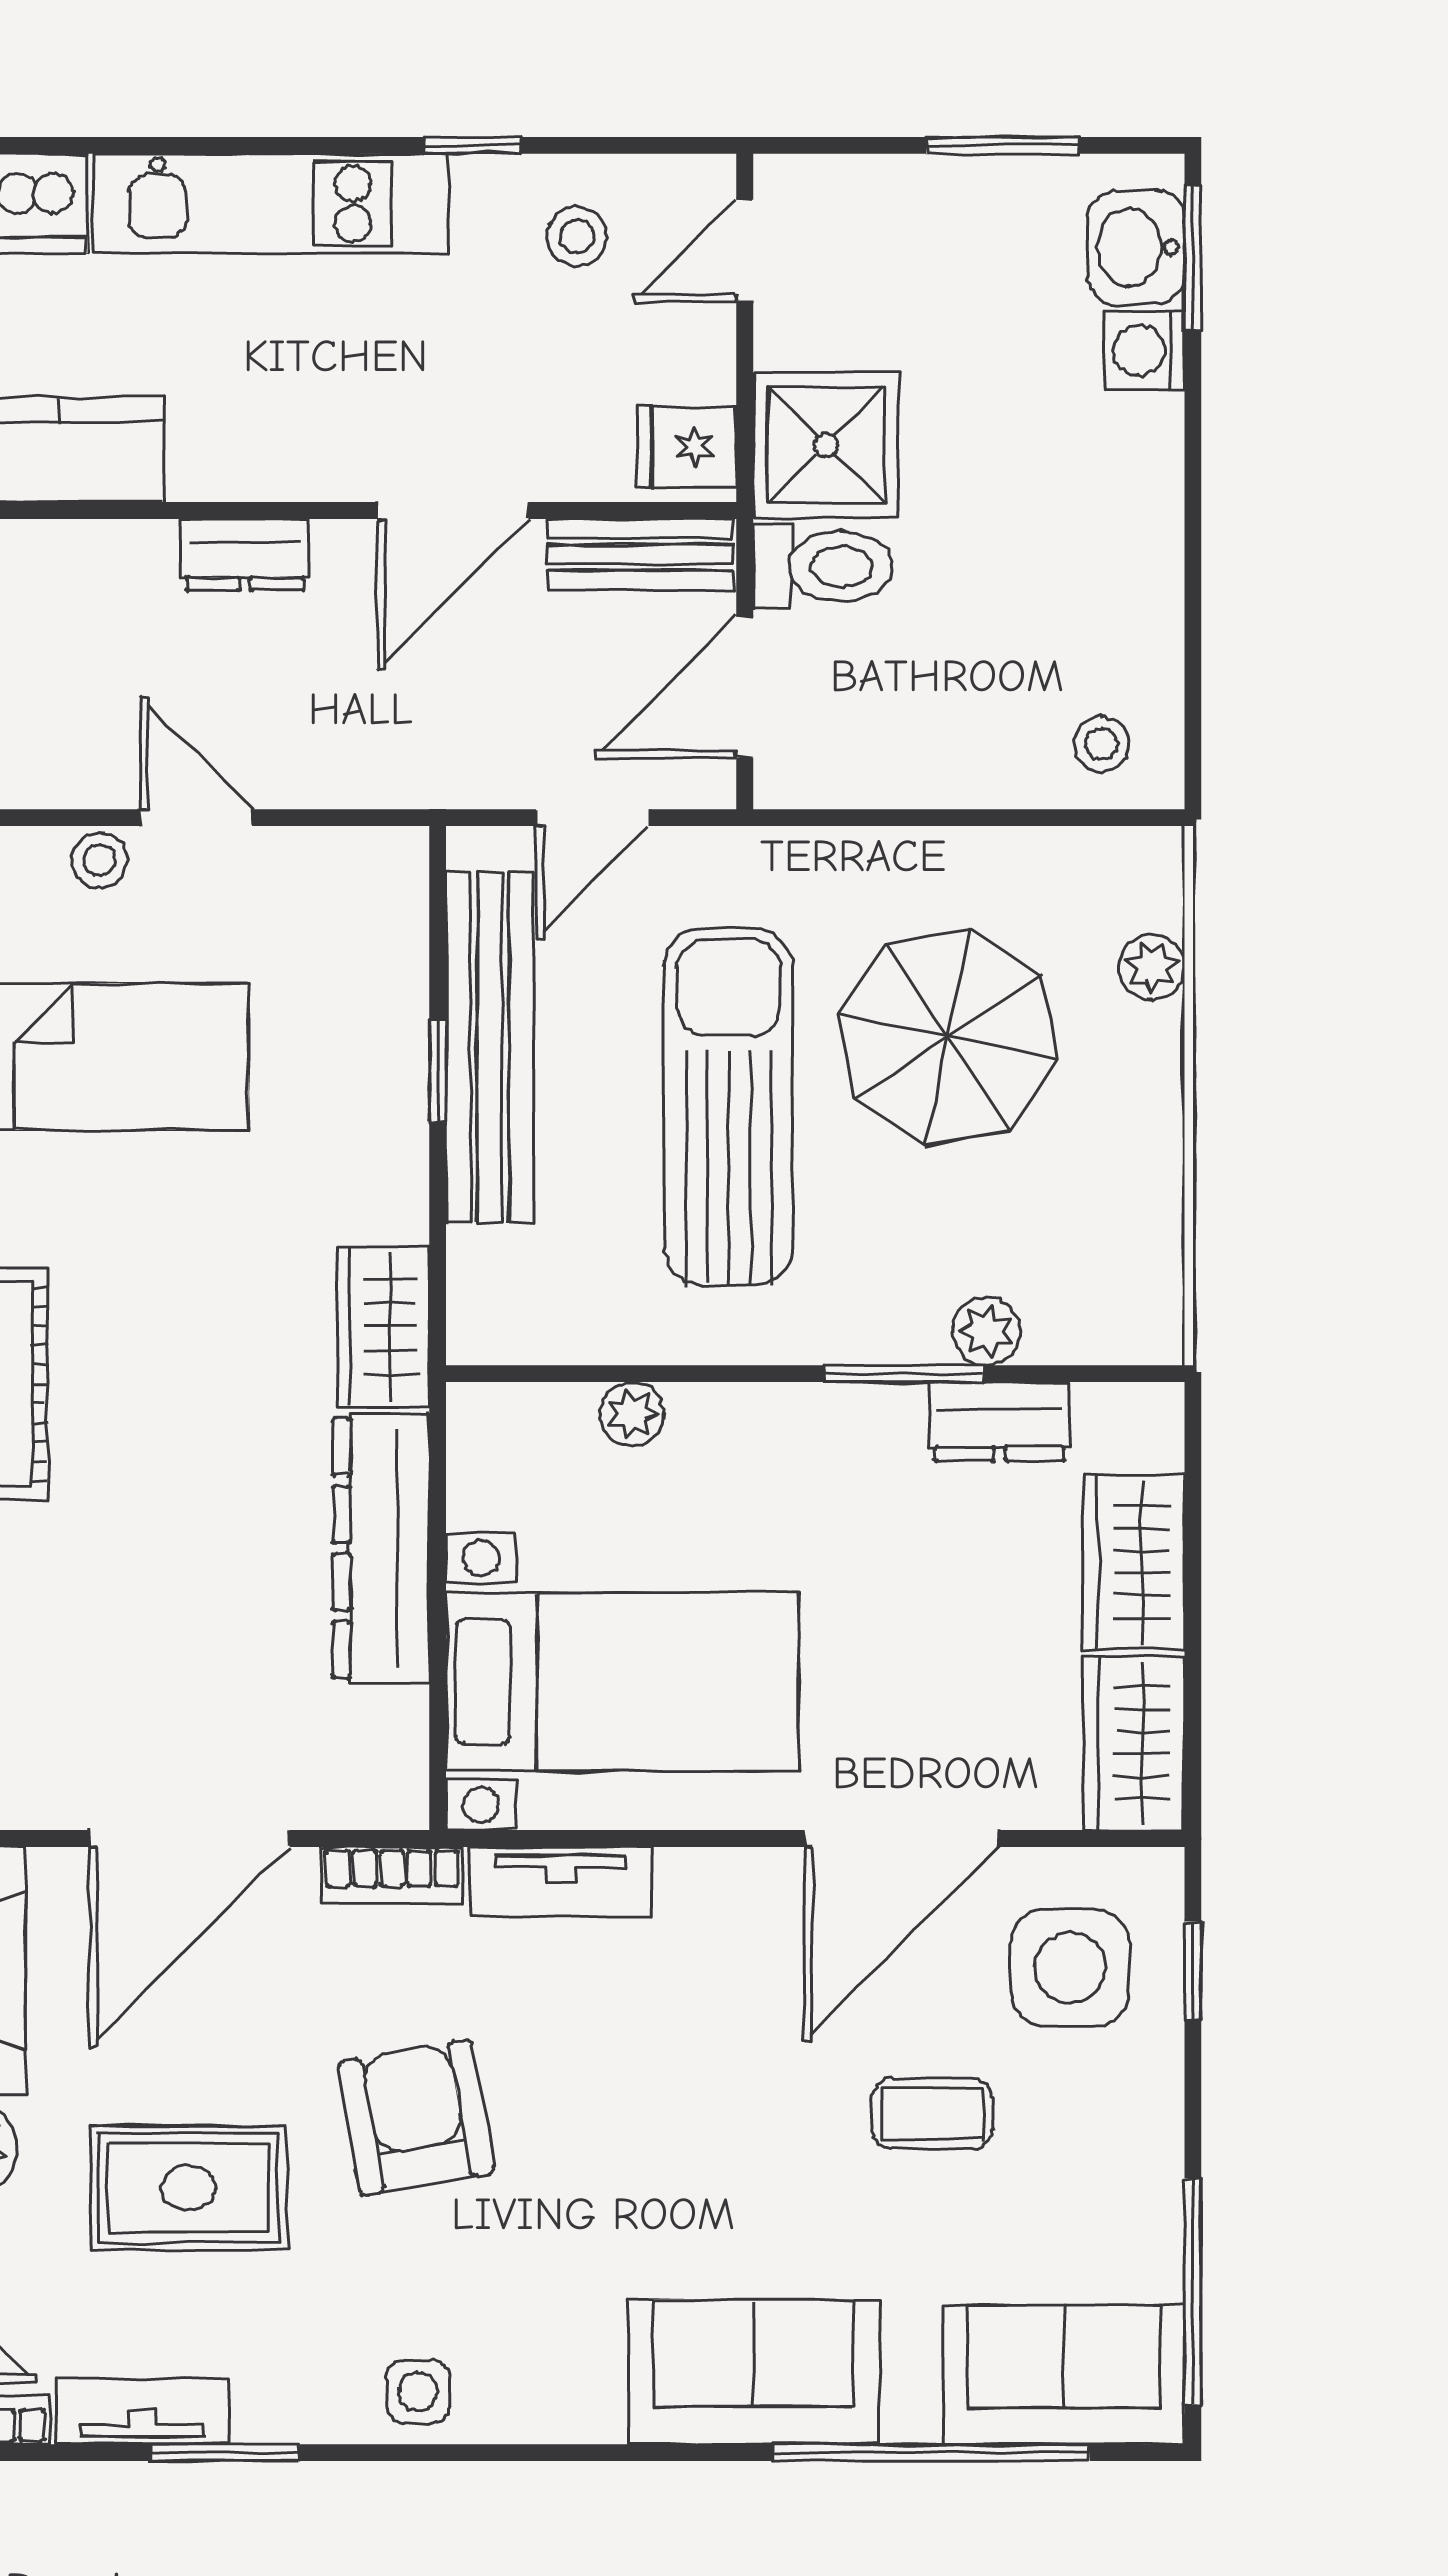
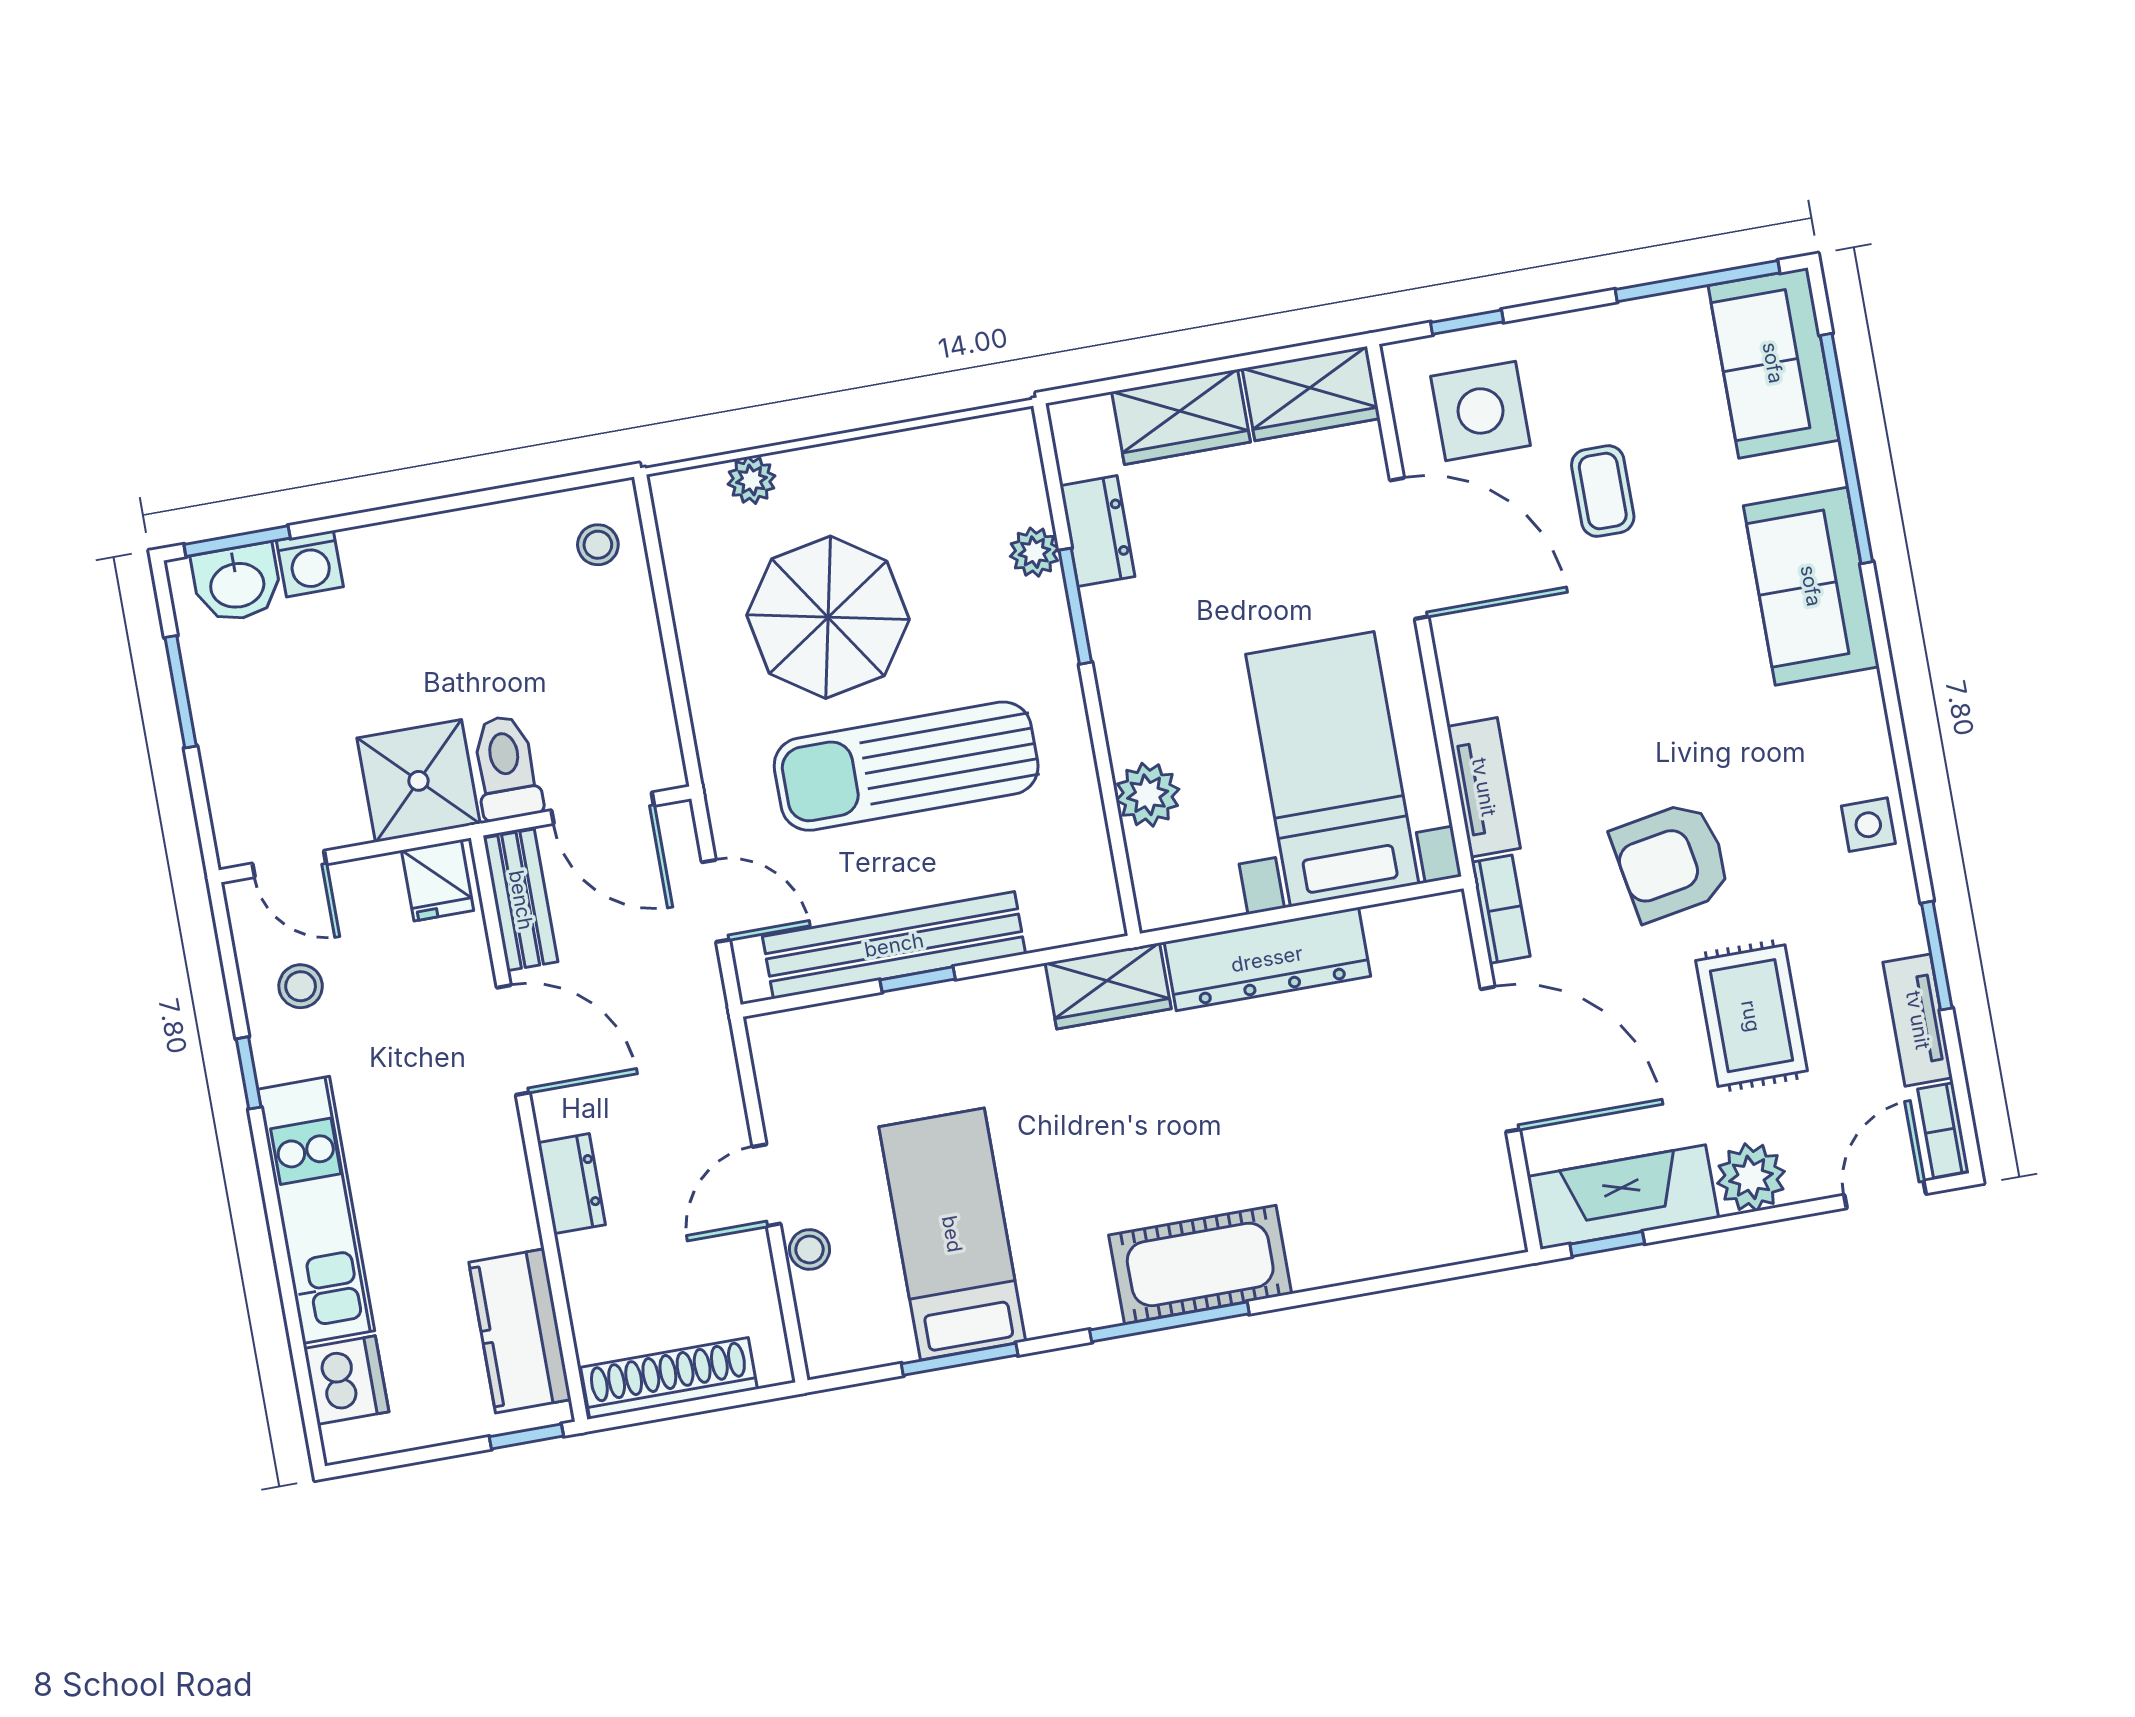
plant: (632, 1414) -> (1148, 795), width x1.38, depth x1.38

